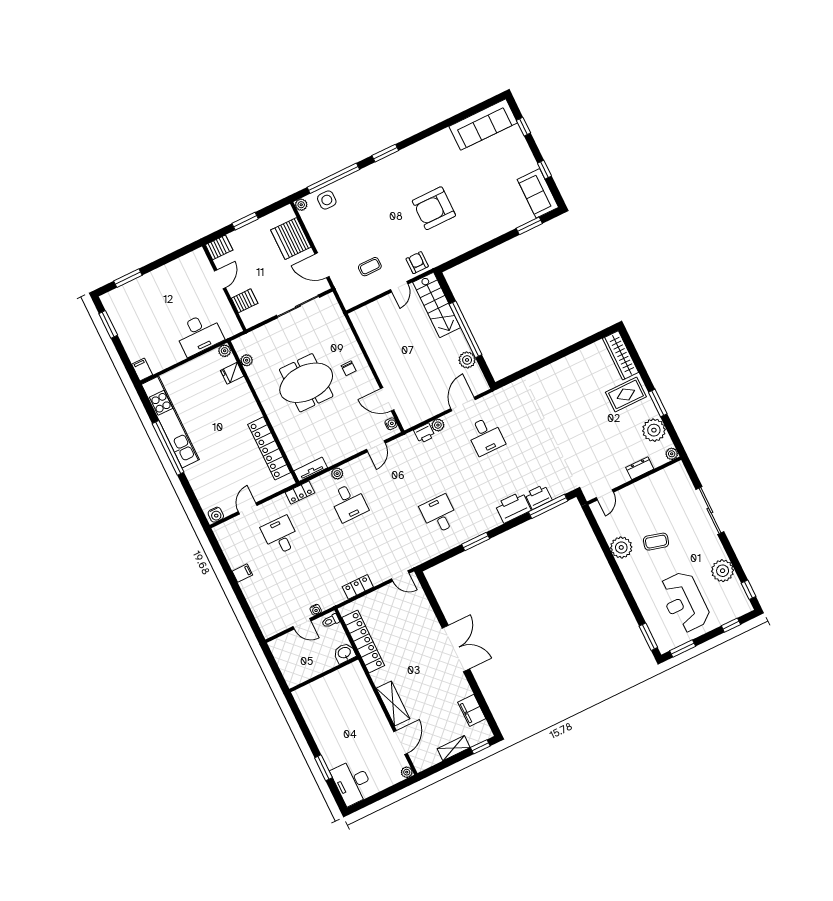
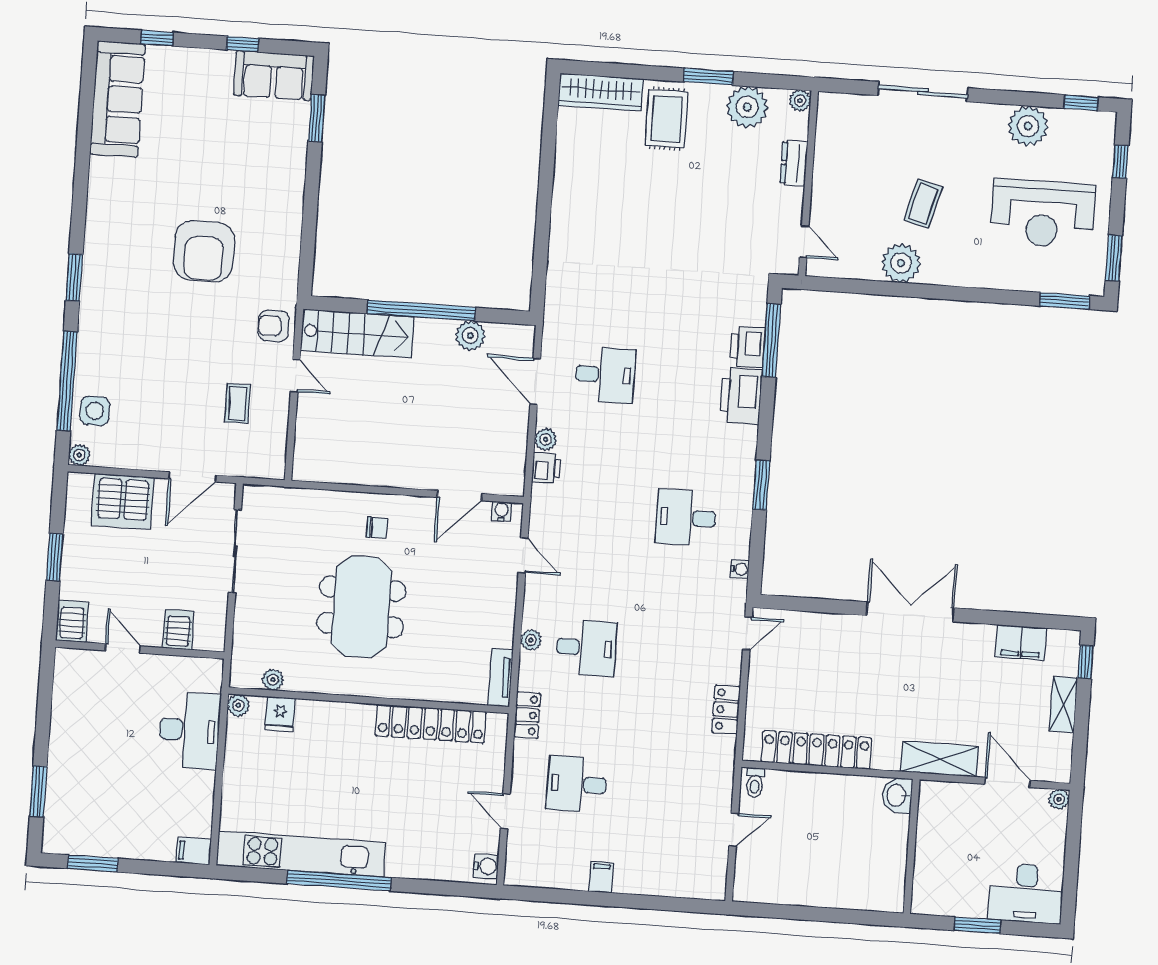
water cooler: (316, 610) -> (740, 569), moved
washbasin: (344, 653) -> (897, 795), moved
wall: (324, 674) -> (912, 846), moved

